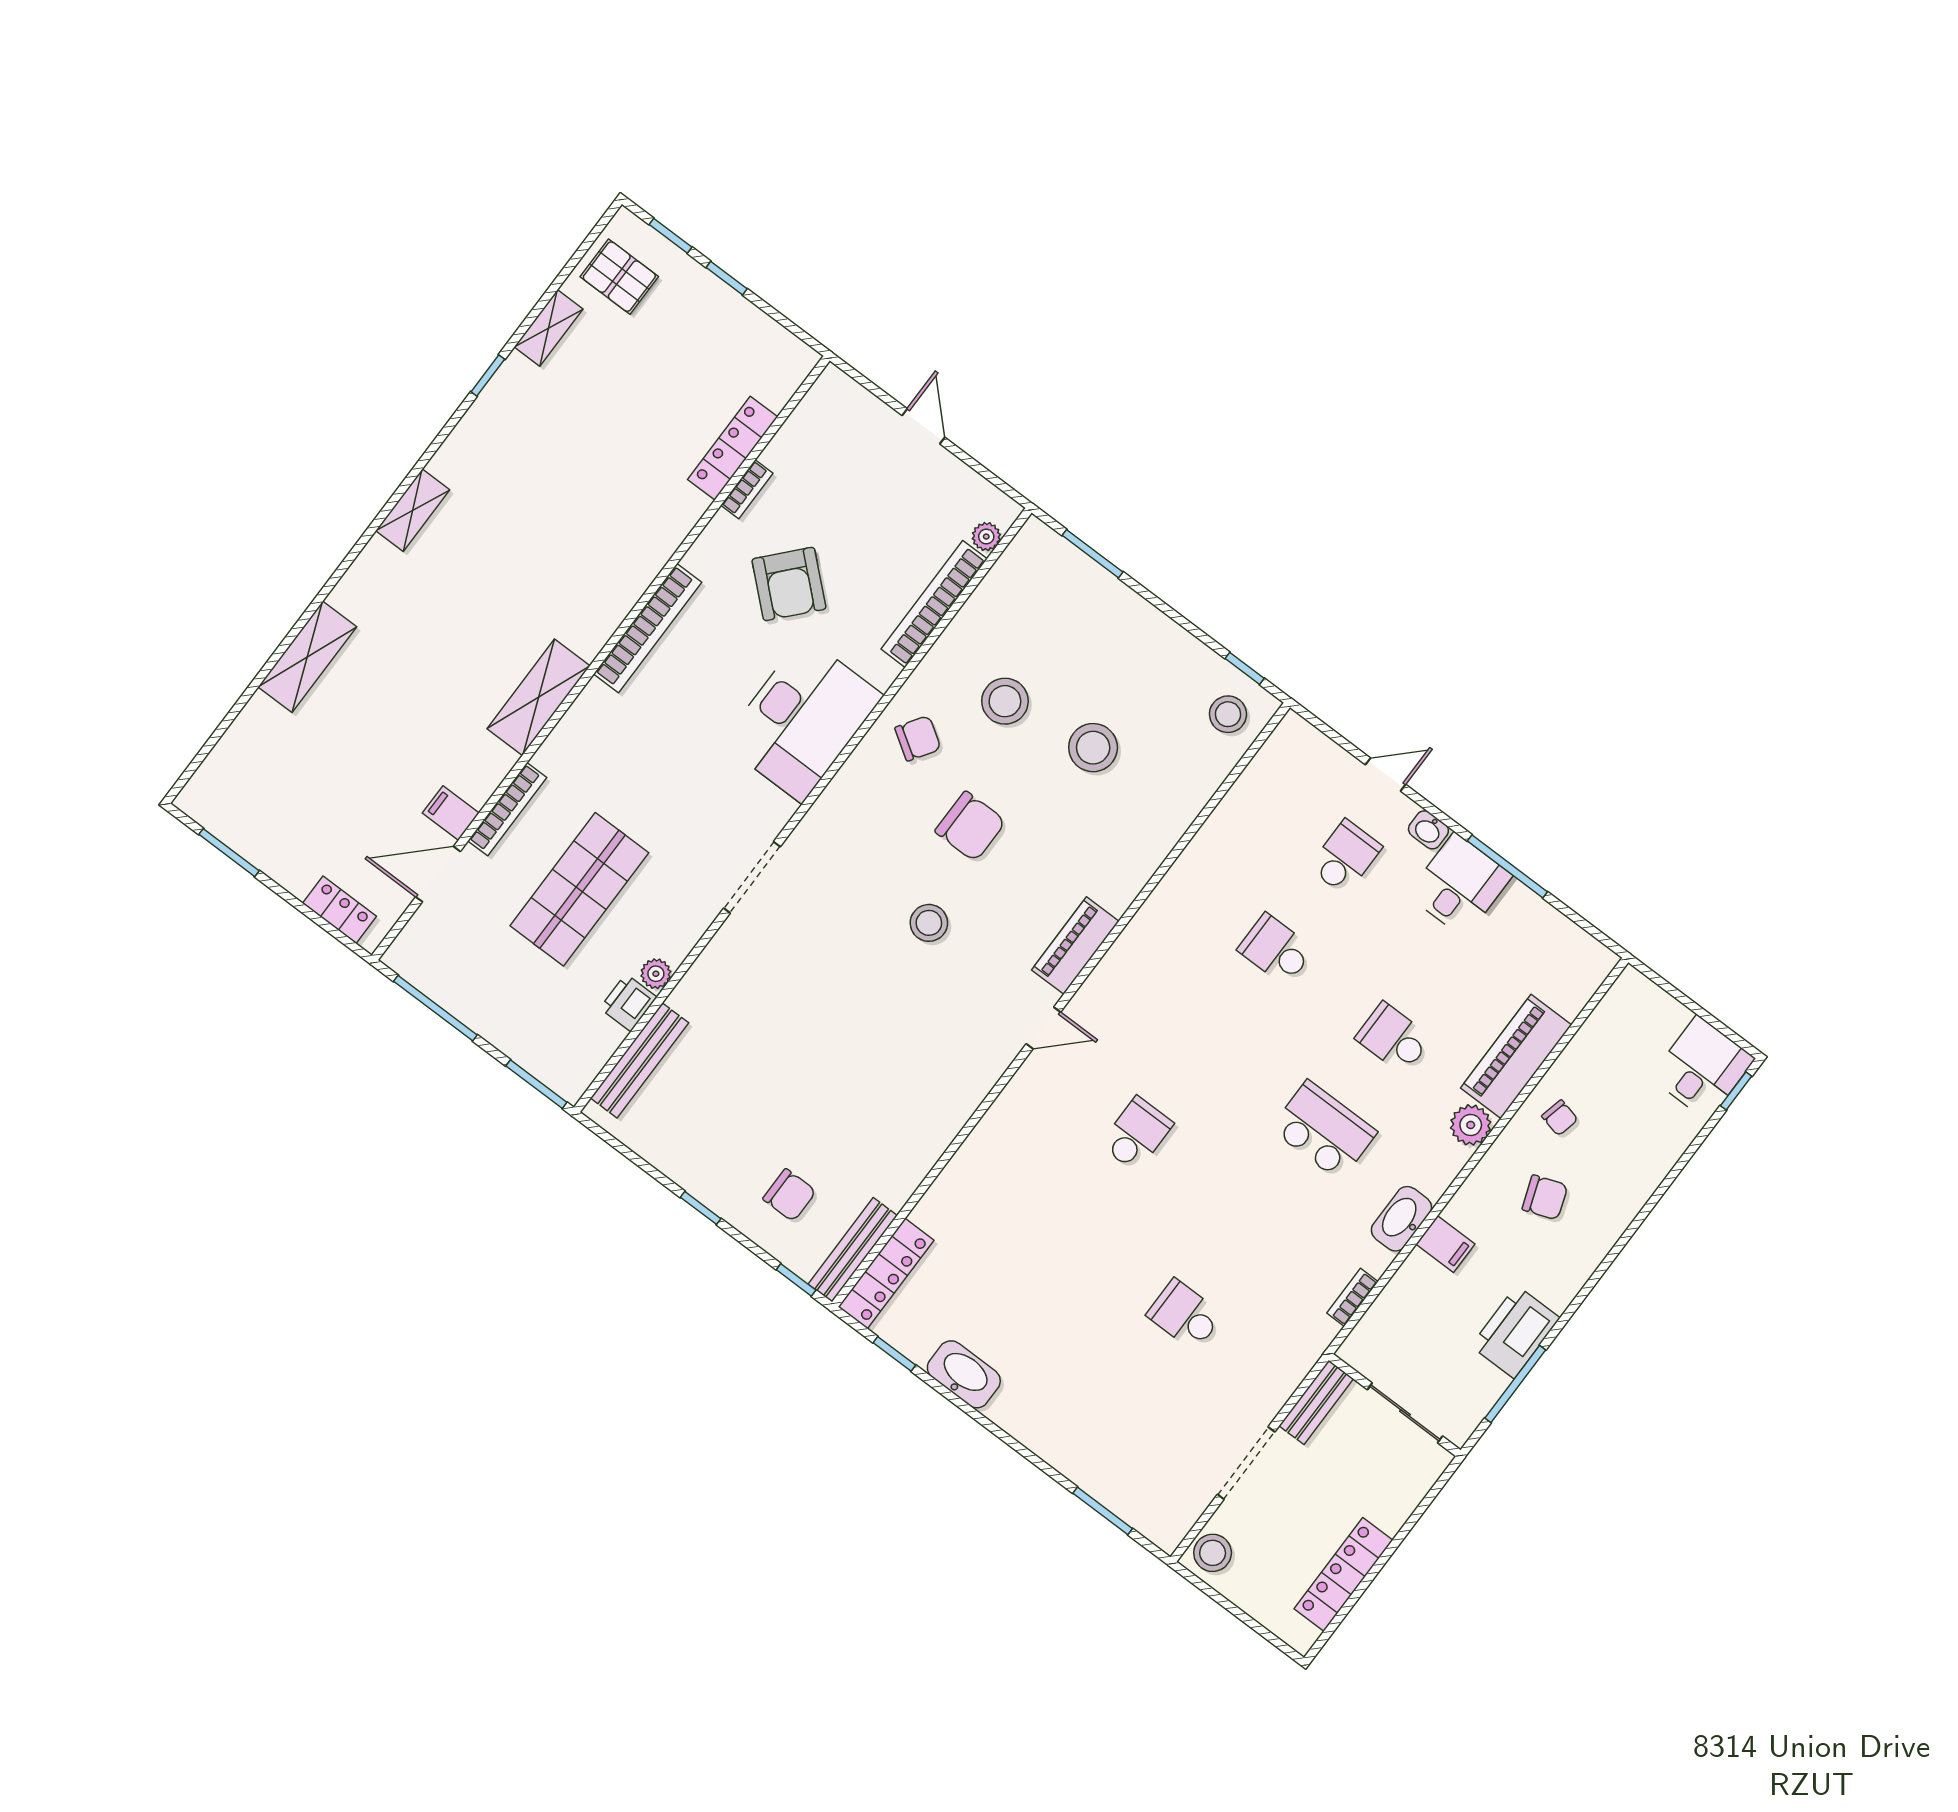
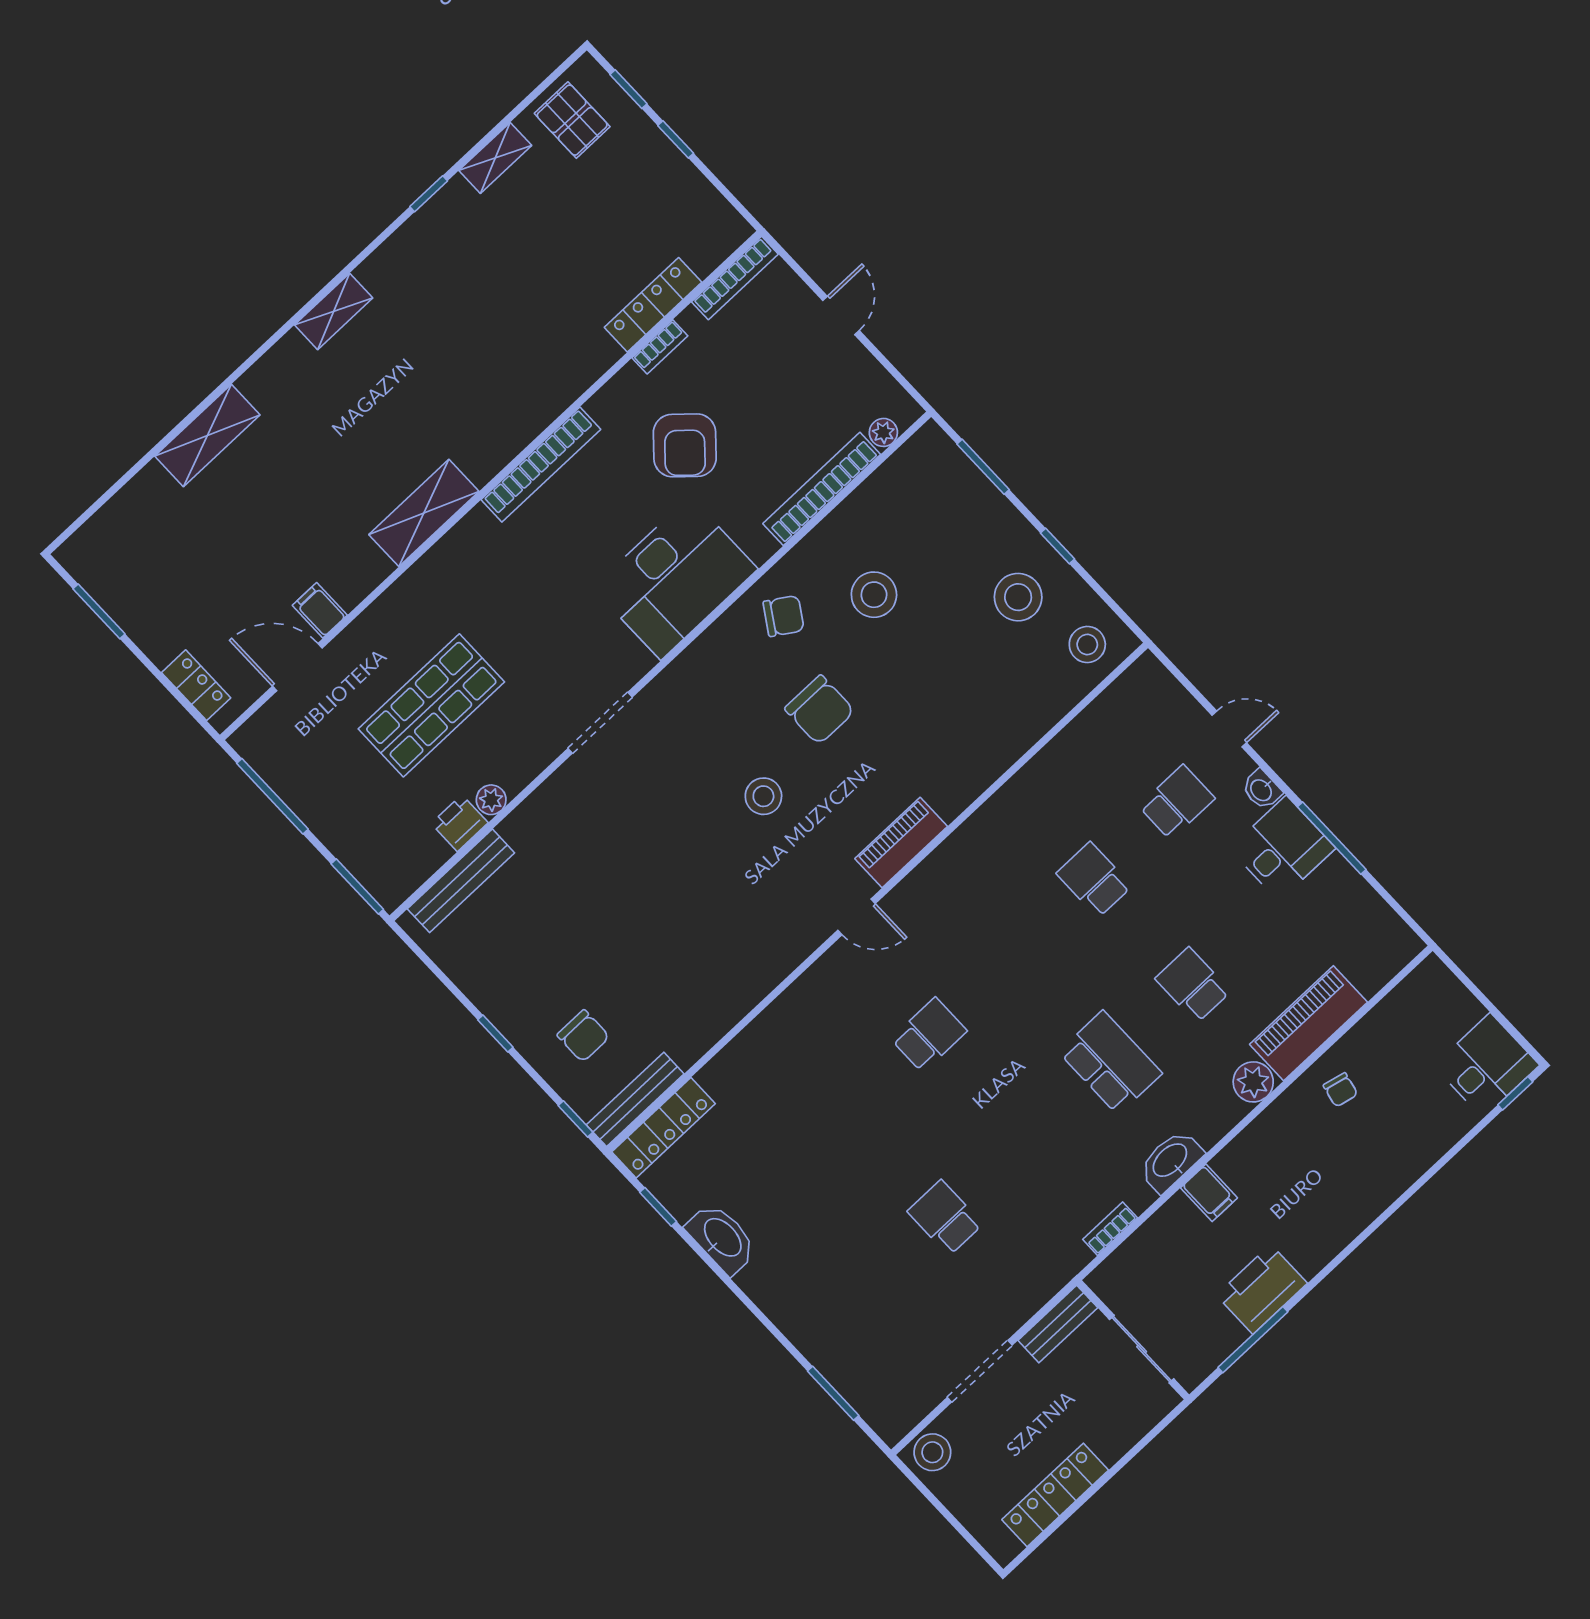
window: (1245, 668) -> (1058, 546), moved
stool: (1093, 748) -> (1018, 597), moved
bookcase: (507, 809) -> (735, 278), moved
chair: (1545, 1197) -> (1313, 1164), removed

